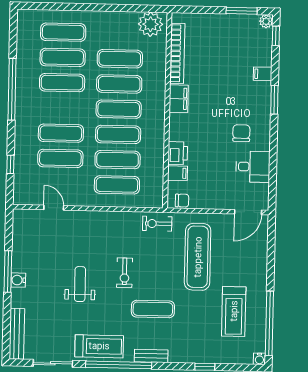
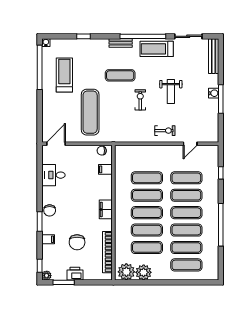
plant: (125, 23) -> (144, 272), added
chair: (221, 69) -> (77, 242), added
filing cabinet: (179, 99) -> (106, 209), moved
chair: (241, 133) -> (50, 210), moved
printer: (178, 153) -> (75, 274), moved, turned 90
exercise mat: (117, 185) -> (186, 213), moved
door: (54, 208) -> (190, 144), hinge flipped
exercise bike: (157, 224) -> (165, 131), moved

